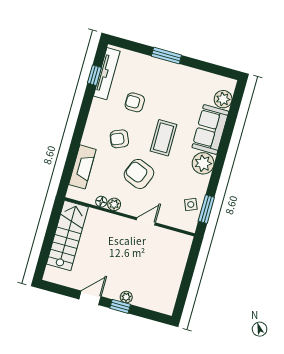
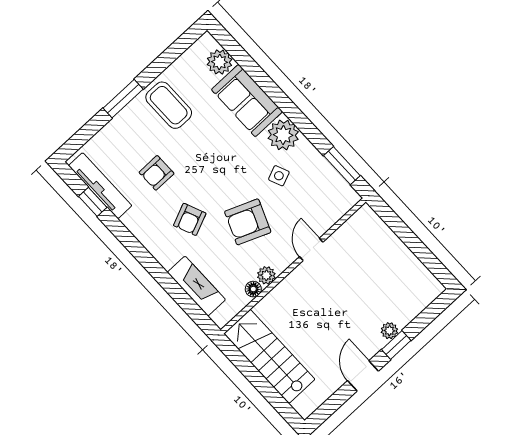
coffee table: (164, 138) -> (169, 105), moved
side table: (191, 204) -> (279, 176), moved

